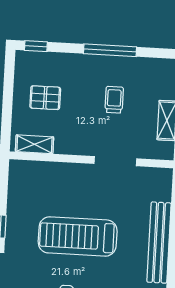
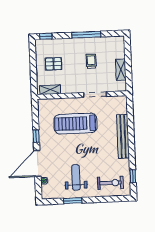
treadmill: (78, 236) -> (75, 124), moved

